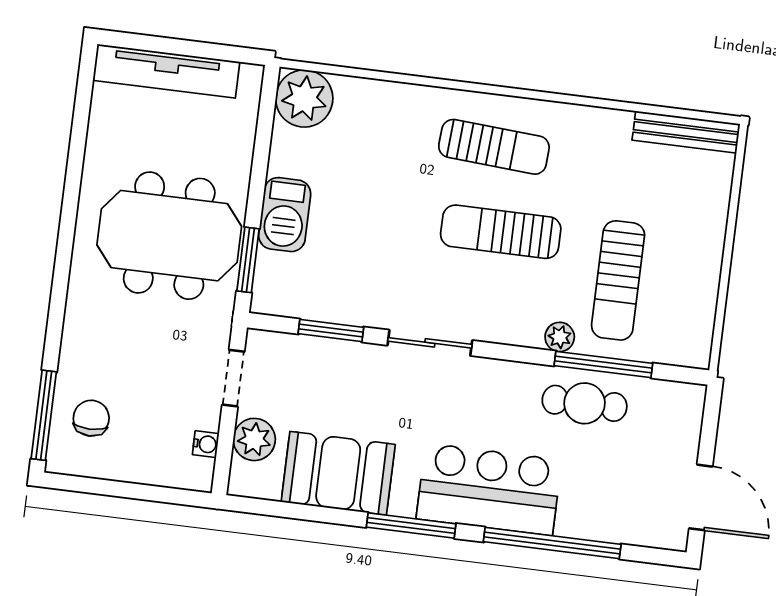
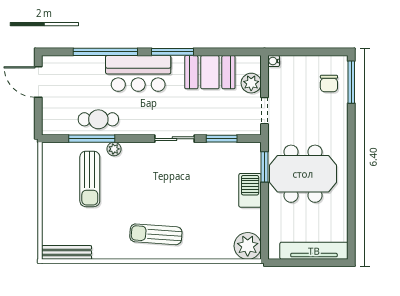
sun lounger: (501, 232) -> (148, 195), removed
sun lounger: (618, 280) -> (90, 179), turned 180
water cooler: (206, 444) -> (274, 61), moved

